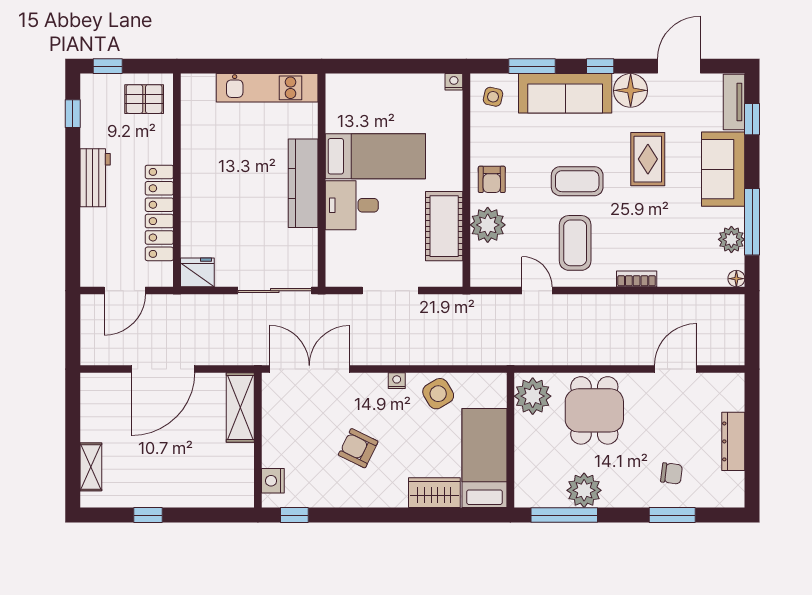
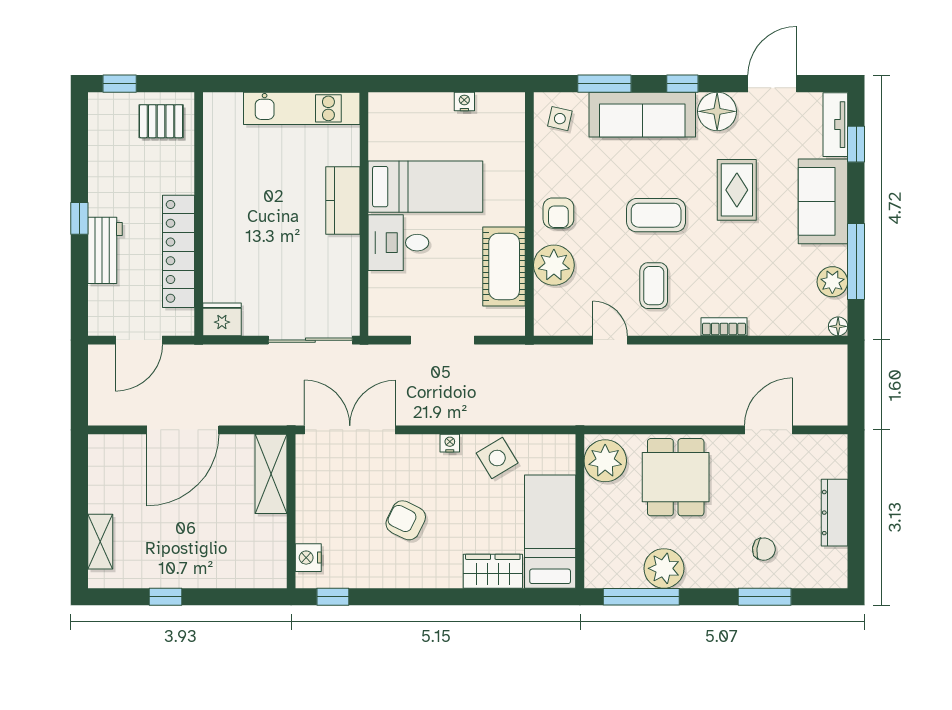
nightstand: (454, 82) -> (464, 101), moved
window: (73, 114) -> (79, 218), moved
workbench: (95, 178) -> (105, 250), moved
kitchen counter: (303, 183) -> (343, 201), width x0.67
coffee table: (575, 243) -> (654, 286), width x0.73, depth x0.77

